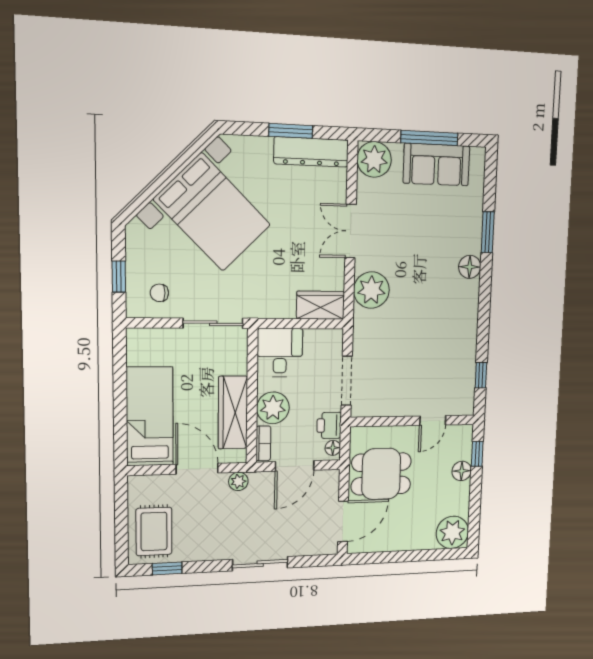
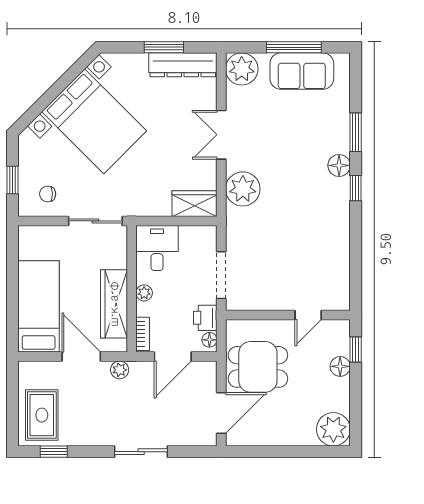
window: (481, 375) -> (356, 188), moved
plant: (273, 408) -> (144, 293), width x0.53, depth x0.53

